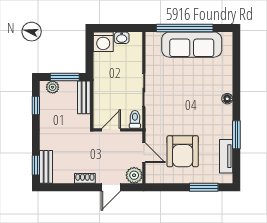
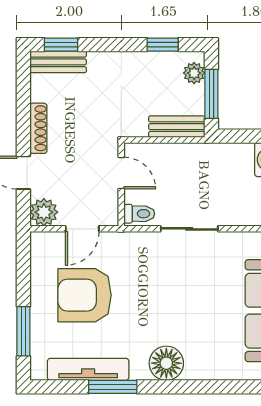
floor lamp: (227, 99) -> (166, 363), width x1.89, depth x1.89
tv unit: (226, 156) -> (88, 369), width x1.41
shoe rack: (85, 178) -> (38, 128), width x1.43

